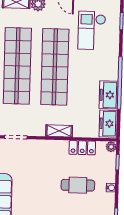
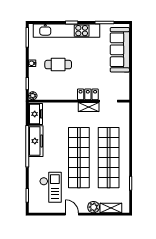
freezer: (109, 95) -> (36, 141), width x1.40
shelving: (59, 131) -> (89, 107), moved
locker: (82, 148) -> (88, 94), moved

